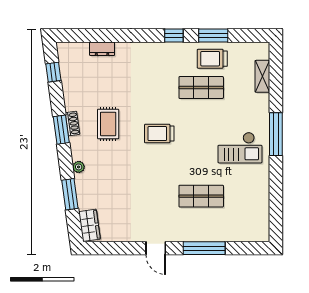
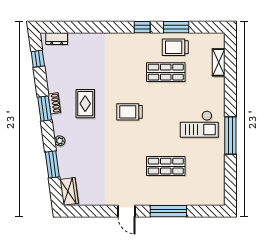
dresser: (102, 49) -> (57, 39), moved
window: (276, 134) -> (230, 135), moved

